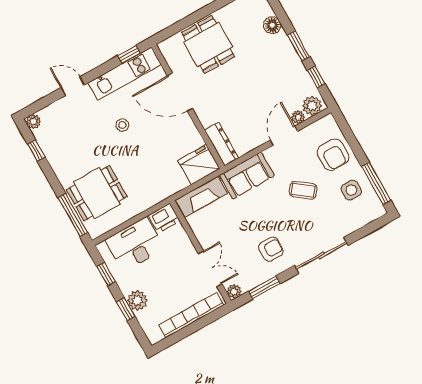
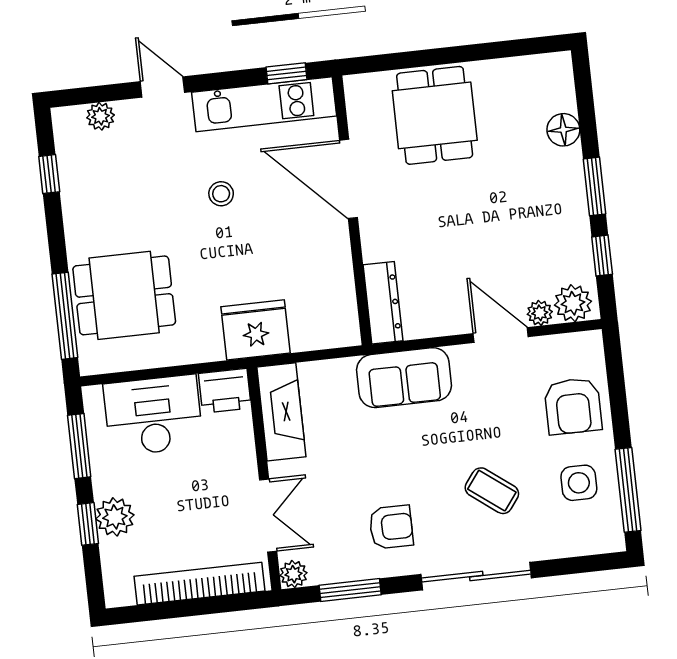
plant: (33, 122) -> (100, 116), moved
door: (284, 136) -> (501, 335), hinge flipped
fridge: (199, 165) -> (256, 330), moved
coffee table: (303, 190) -> (492, 491), moved
fireplace: (201, 197) -> (281, 412), moved, turned -90
window: (106, 274) -> (79, 446), width x1.50

